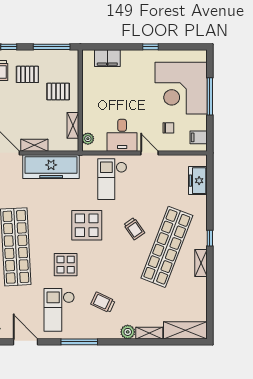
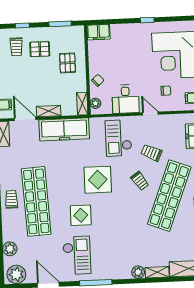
window: (52, 47) -> (60, 24), width x0.69
filing cabinet: (107, 58) -> (98, 32), moved
pallet: (58, 92) -> (67, 63), turned 90
chair: (92, 113) -> (98, 80), added
shelving: (73, 125) -> (82, 104), moved
trolley: (103, 302) -> (152, 153), moved
checkout: (59, 310) -> (77, 255), turned 180

